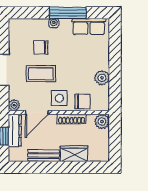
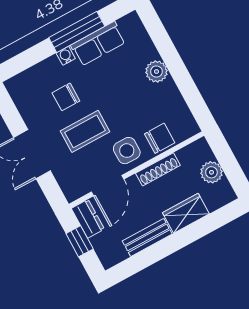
row of seats: (89, 27) -> (98, 44), moved
plant: (102, 78) -> (156, 72), moved
plant: (14, 105) -> (72, 192), removed
plant: (102, 122) -> (211, 172), moved
dresser: (15, 131) -> (88, 219), width x0.70

